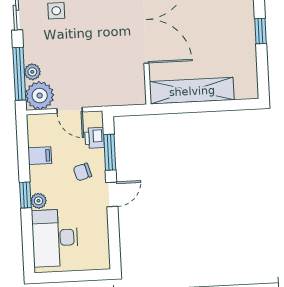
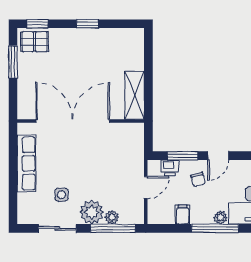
shelving: (192, 91) -> (134, 95), width x0.68
plant: (40, 96) -> (92, 212), moved
door: (112, 194) -> (218, 156), swing flipped
window: (25, 195) -> (215, 228), width x2.17

